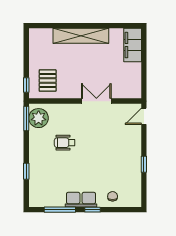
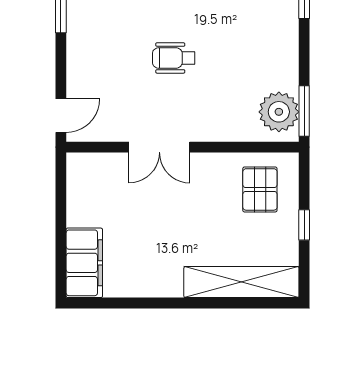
shelving: (81, 36) -> (241, 282), moved
window: (26, 85) -> (304, 225), moved
wheelchair: (65, 143) -> (174, 58), moved, turned 180

